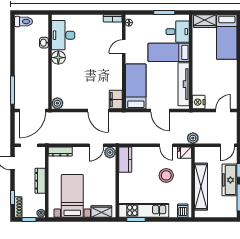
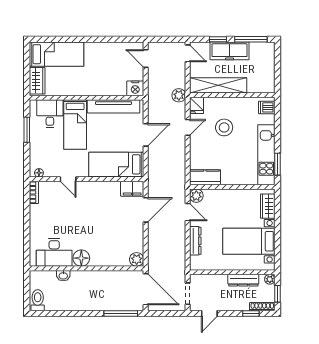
dresser: (60, 152) -> (195, 241), moved
dresser: (40, 181) -> (243, 280), moved
shelving: (201, 187) -> (218, 85), moved

